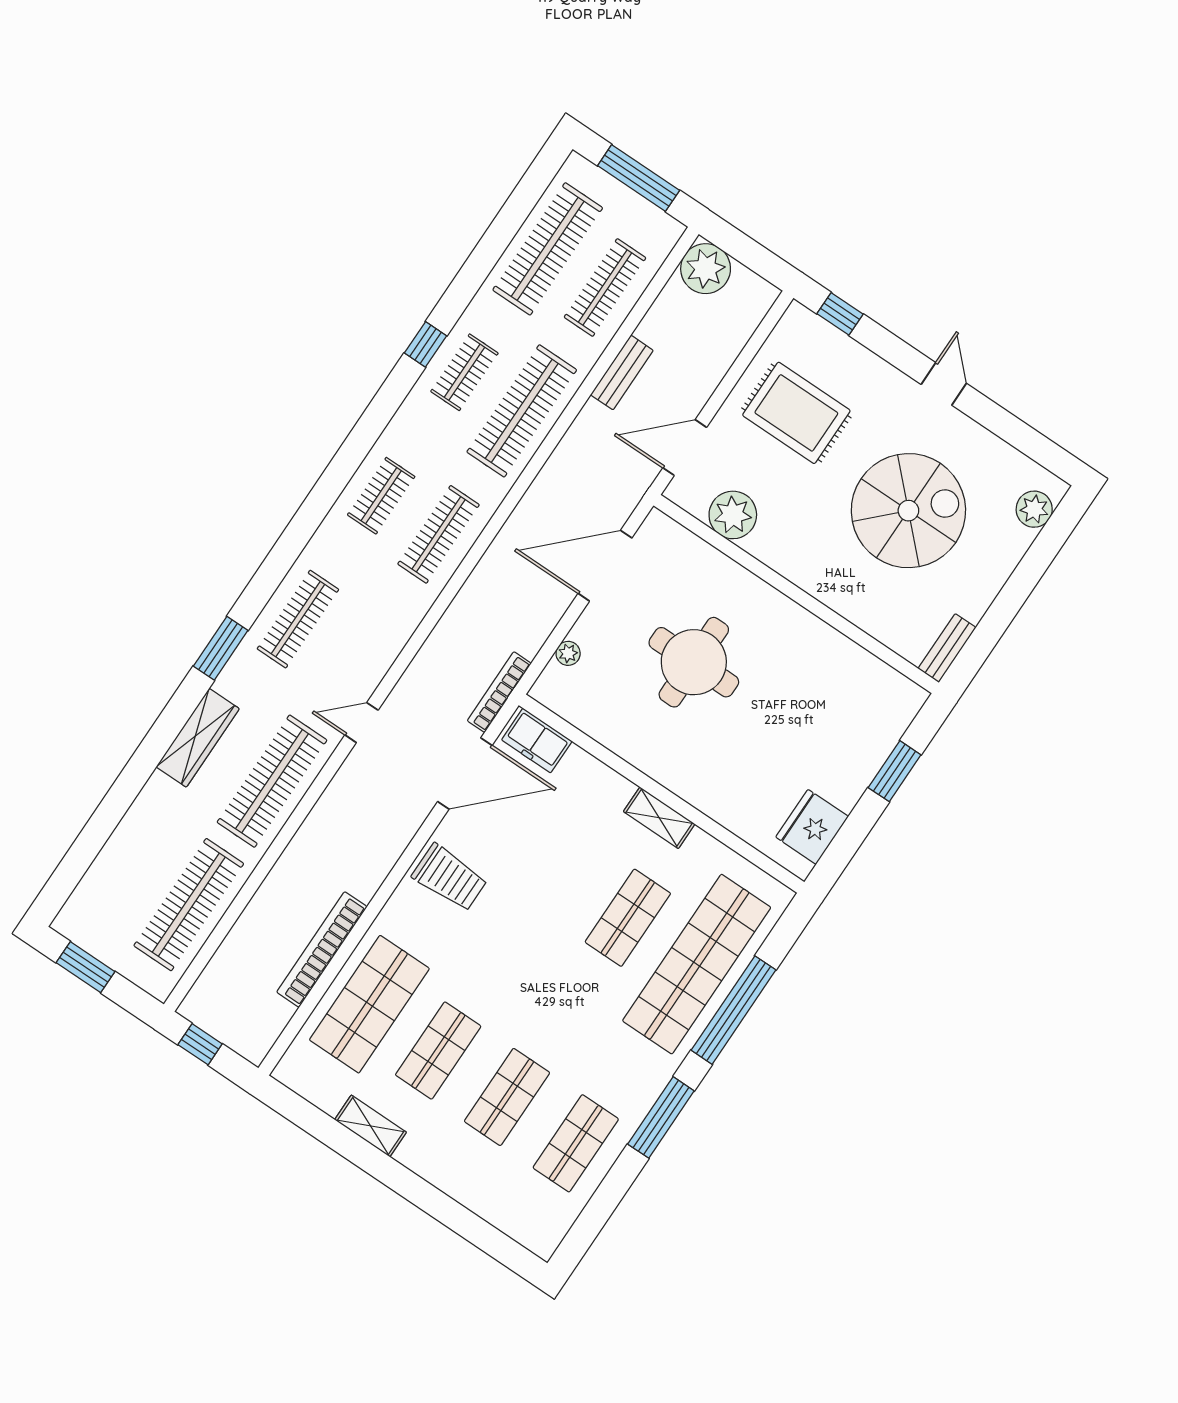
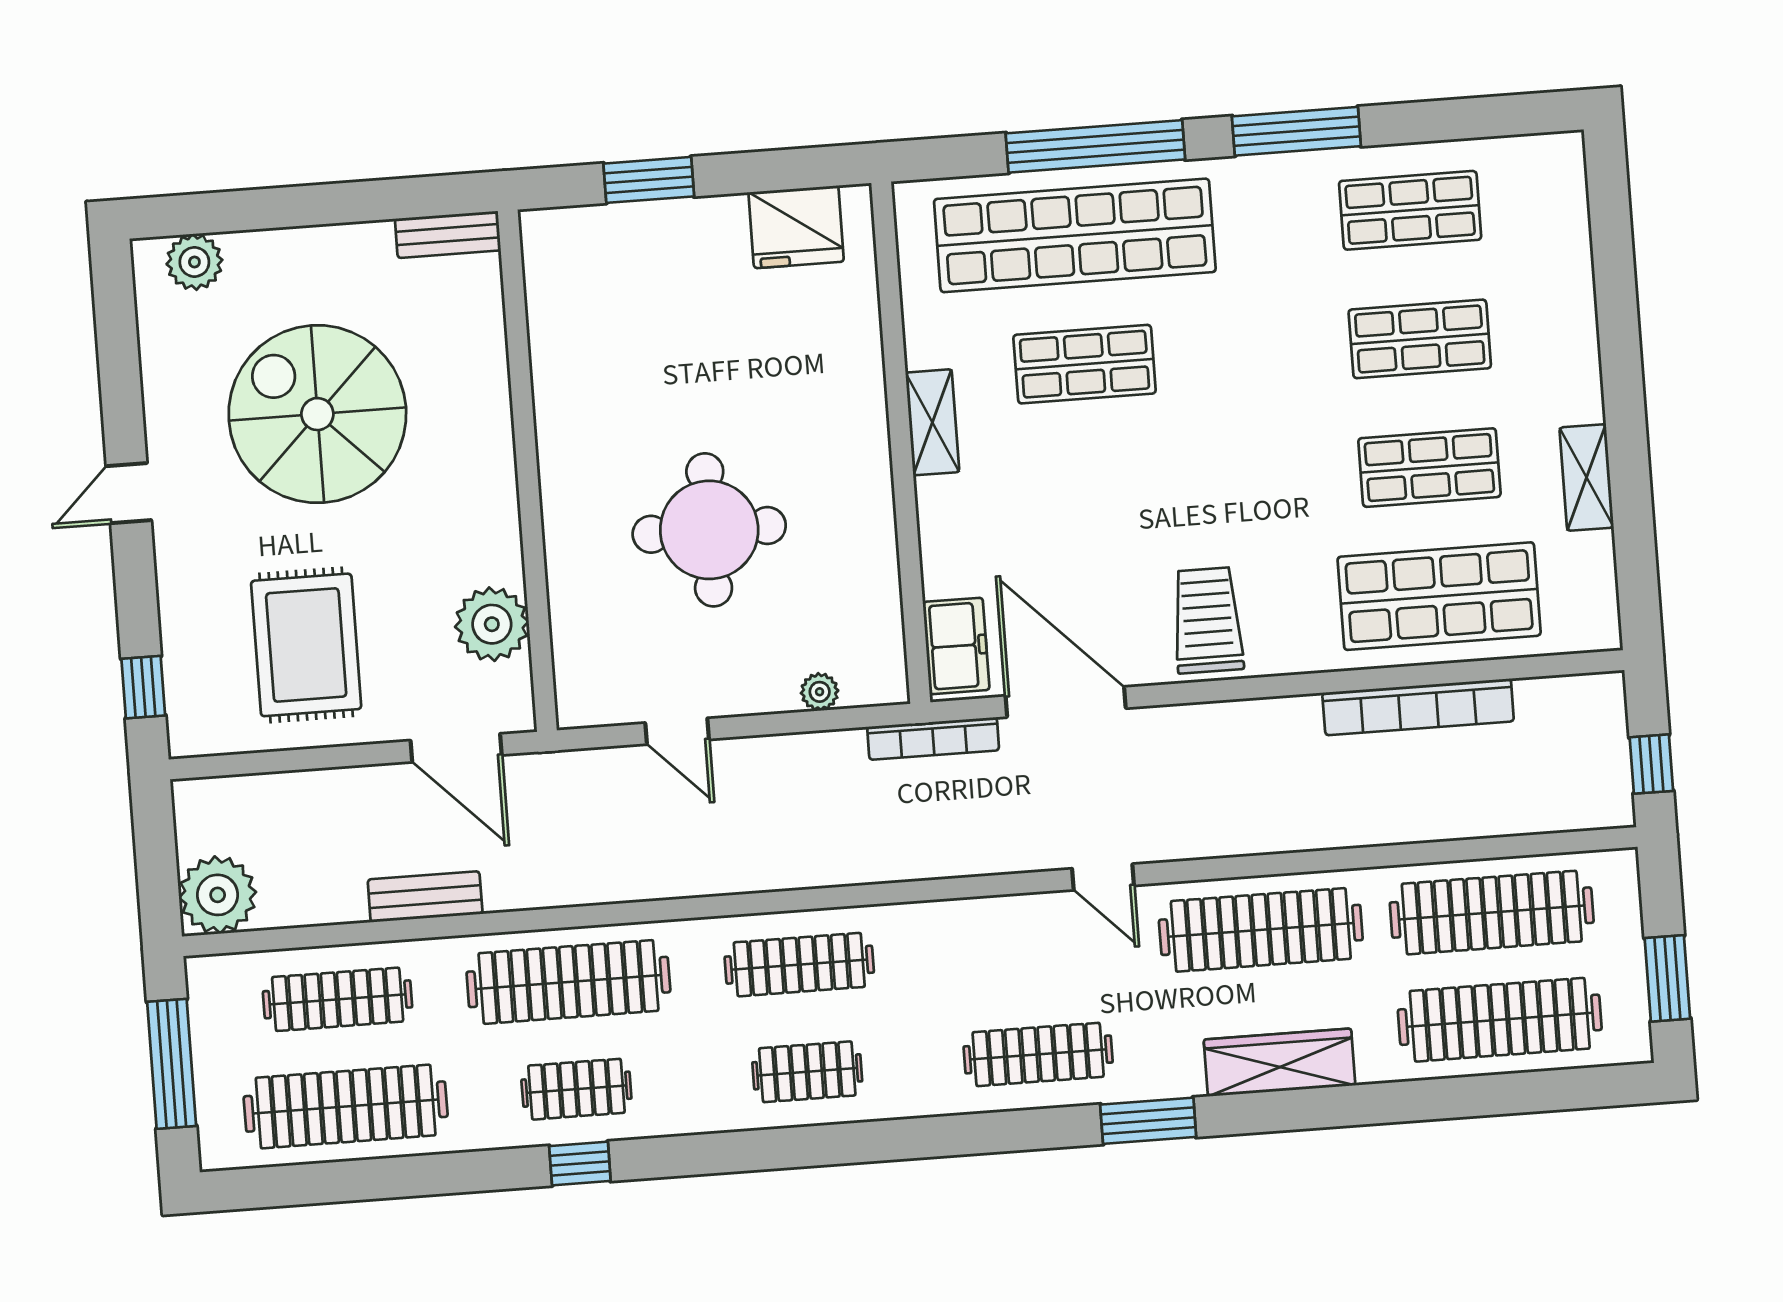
door: (605, 566) -> (677, 731), width x0.53
clothes rail: (131, 866) -> (1500, 1020), added

